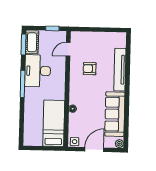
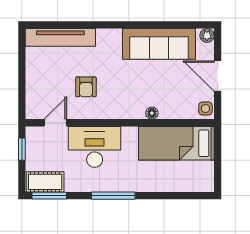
door: (68, 49) -> (55, 123), swing flipped
tv unit: (120, 70) -> (60, 37), moved
desk: (38, 71) -> (95, 147), moved, turned 180

